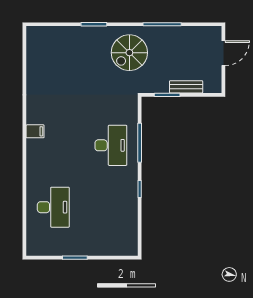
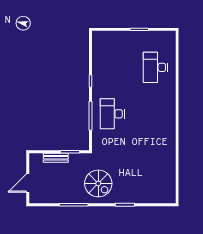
spiral stairs: (129, 53) -> (98, 183), turned 90
filing cabinet: (35, 131) -> (169, 124), removed

